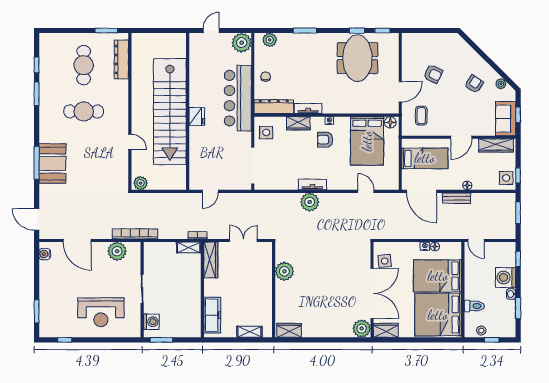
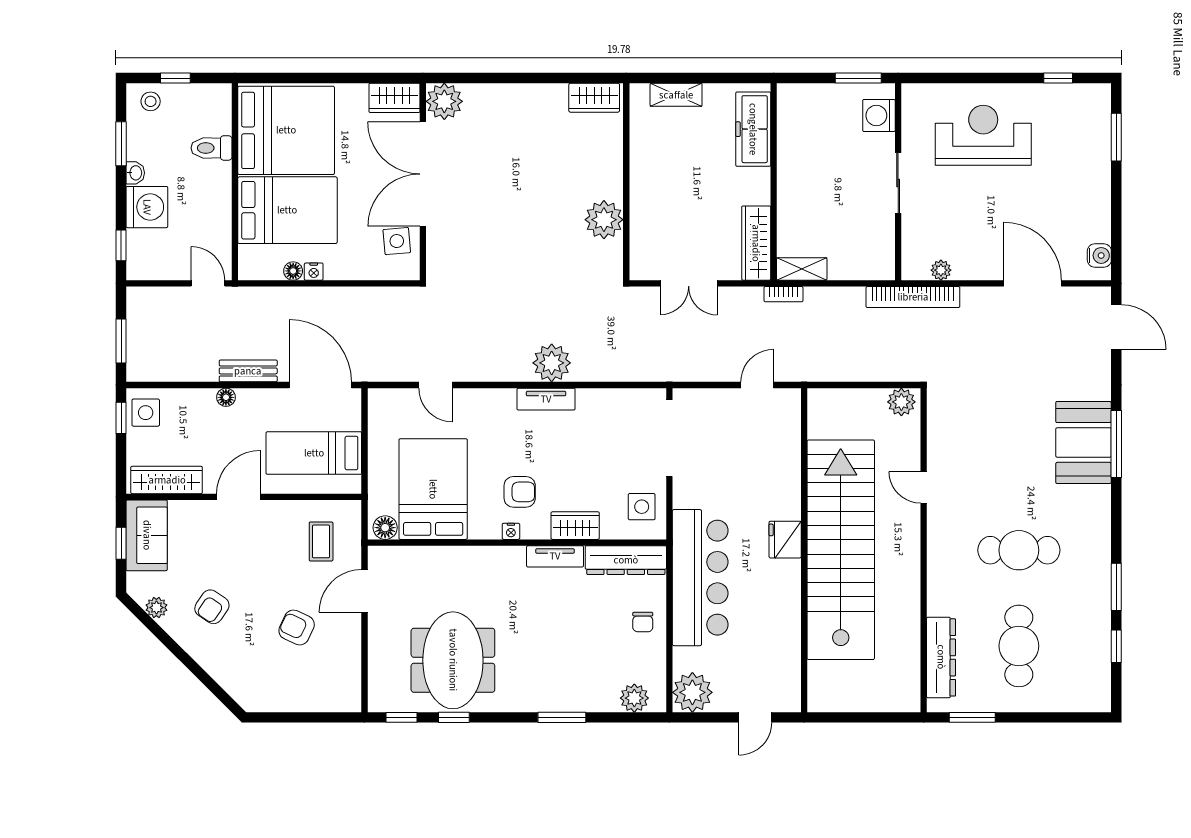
plant: (117, 251) -> (941, 270), width x0.53, depth x0.53
stool: (481, 331) -> (151, 101), moved

